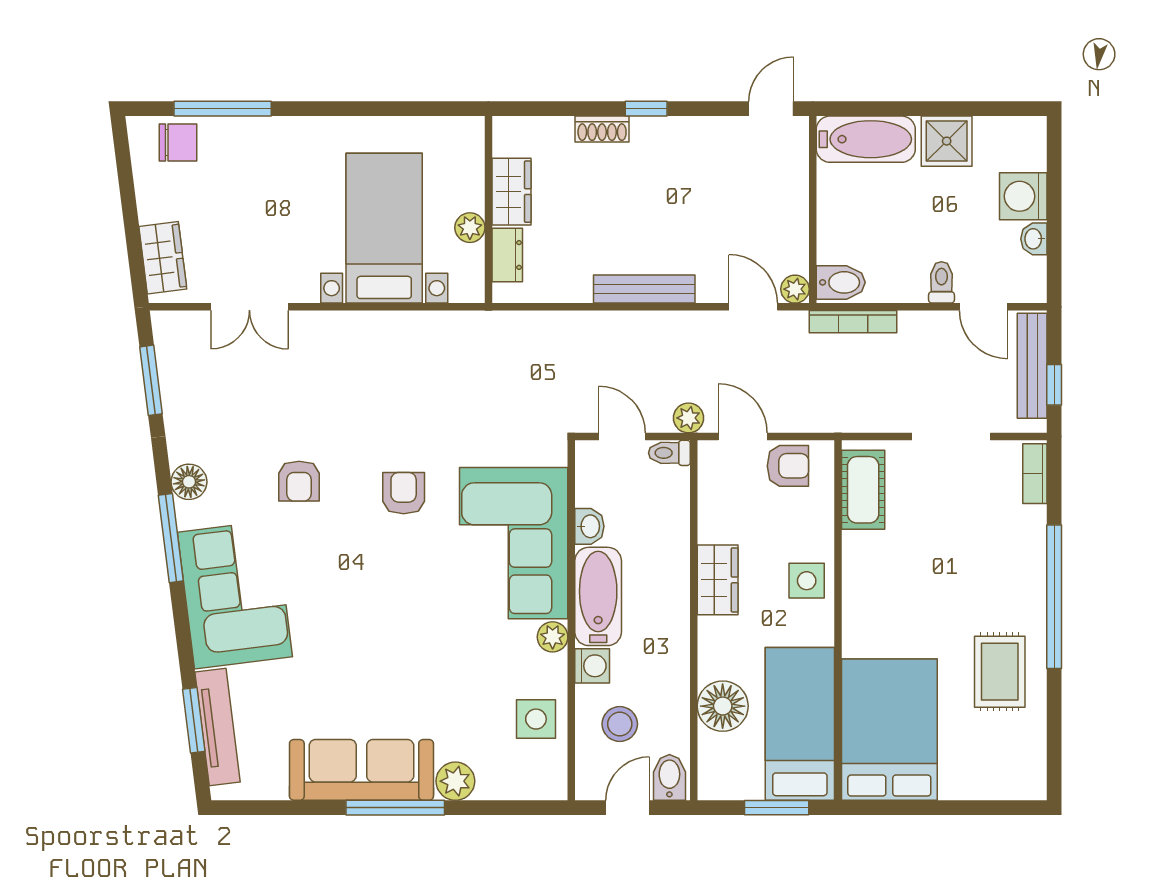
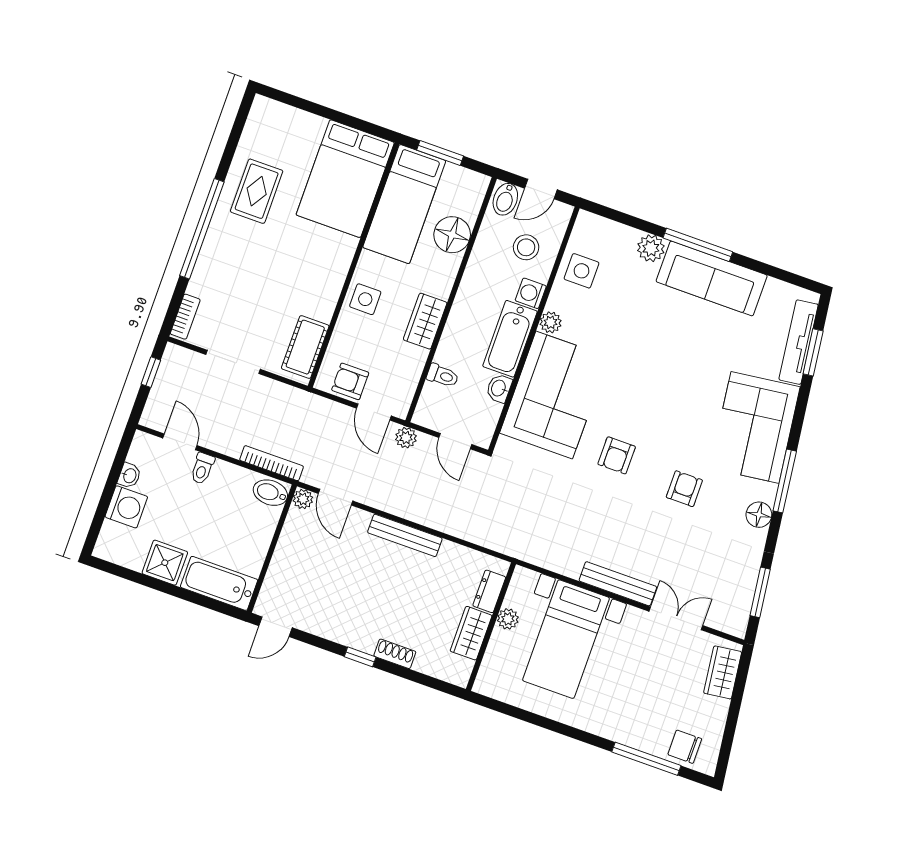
bench: (1032, 366) -> (618, 584), moved, turned 90
toilet: (669, 453) -> (443, 376), moved

